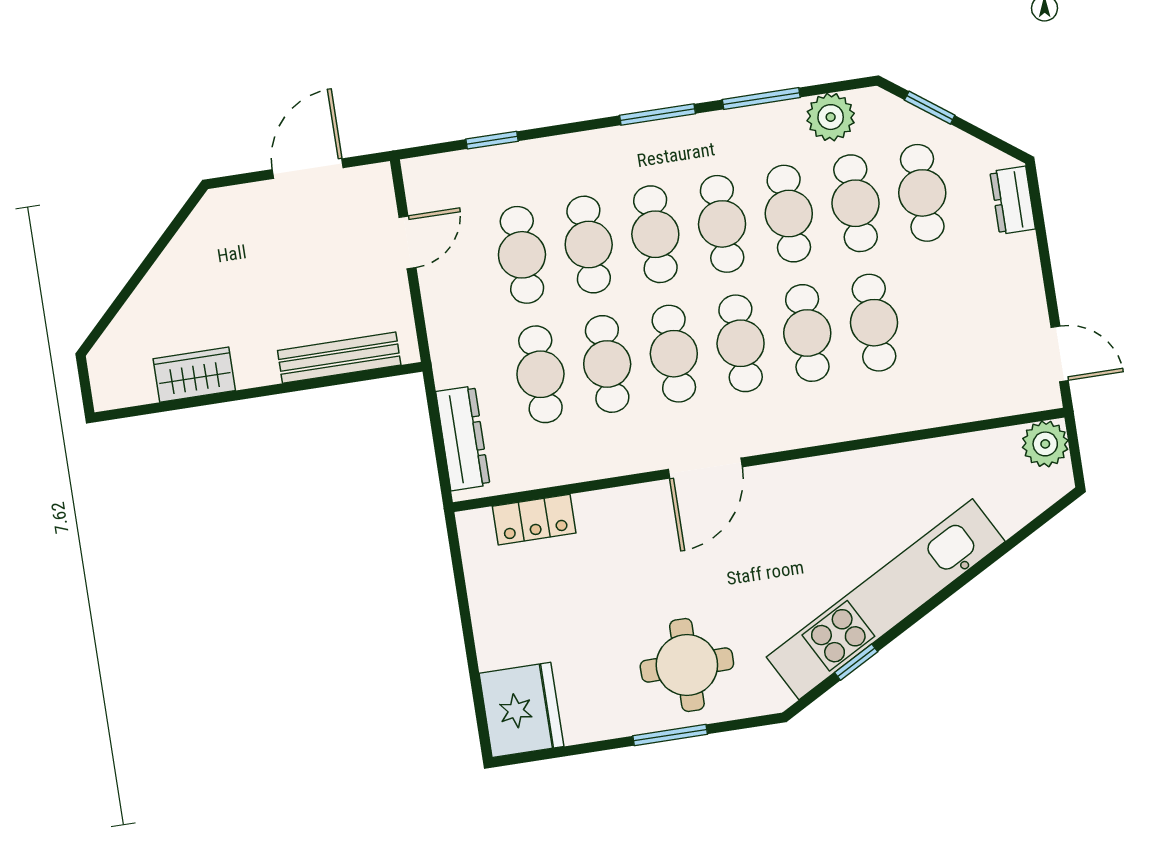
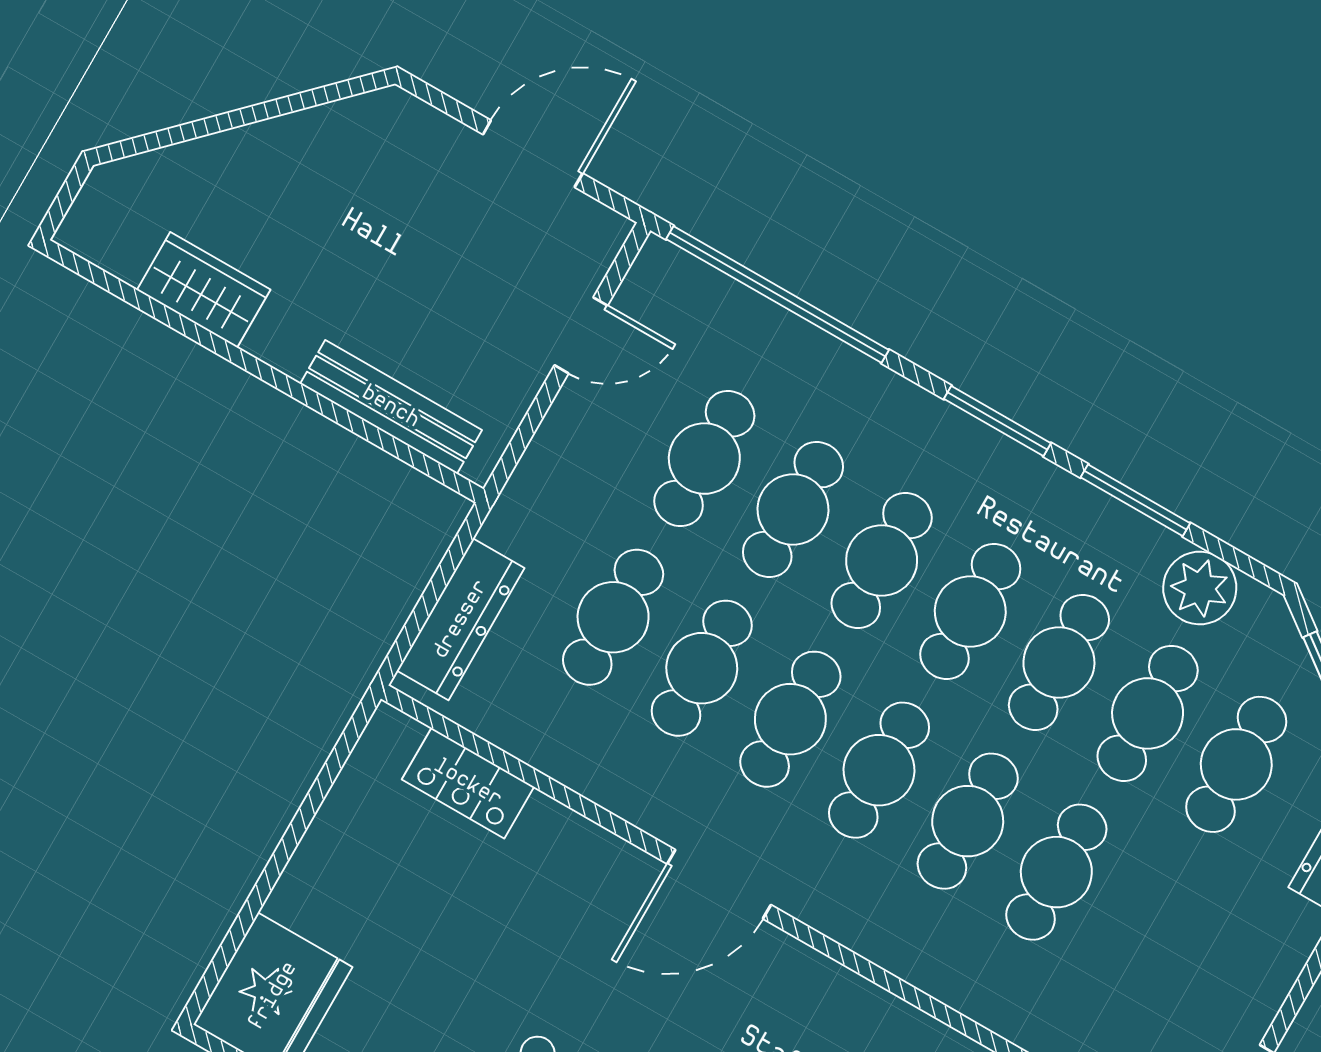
window: (492, 140) -> (778, 295), width x3.17

